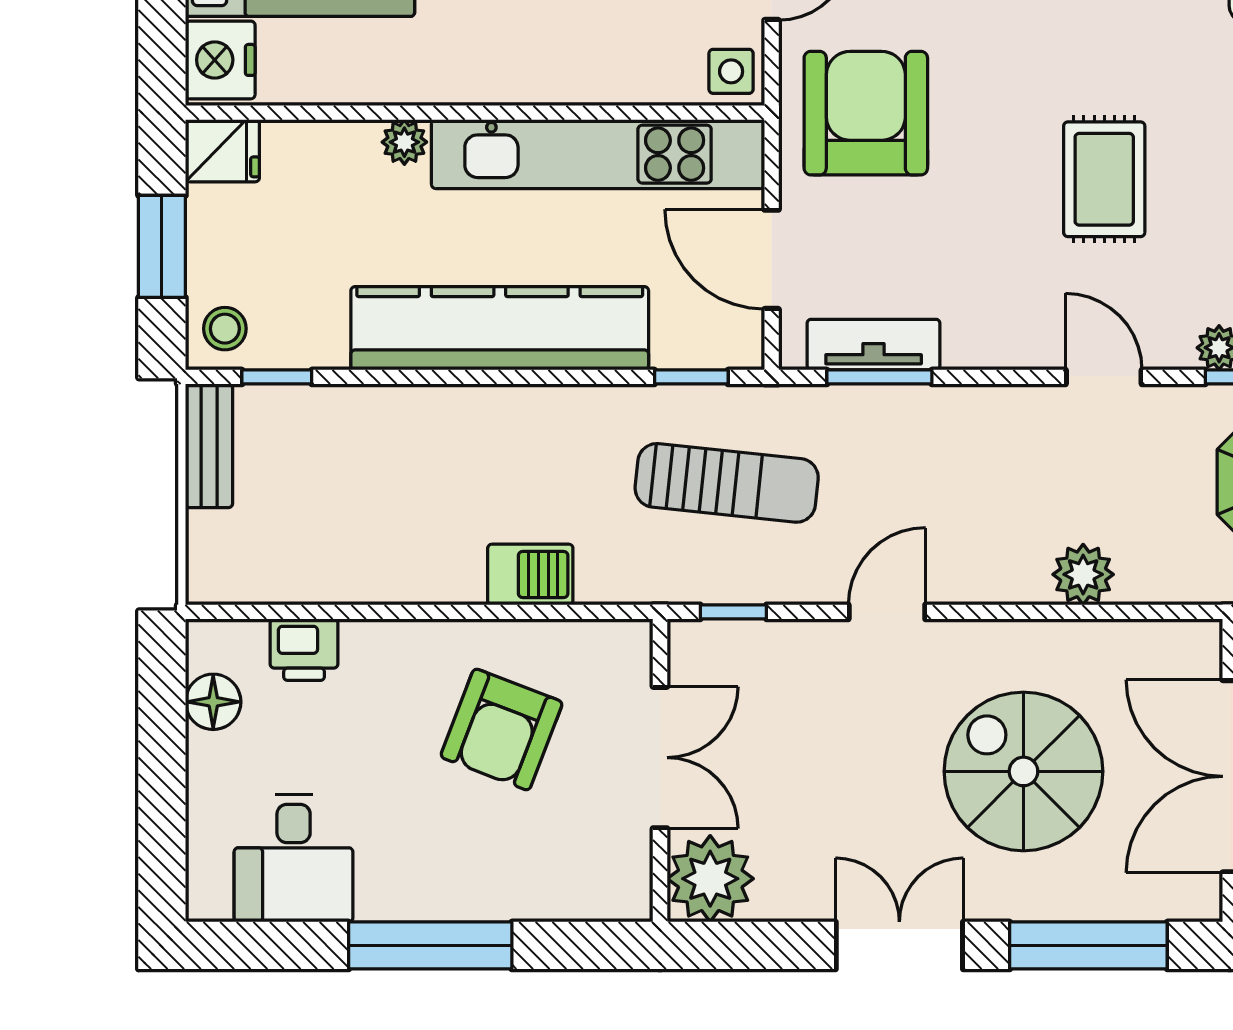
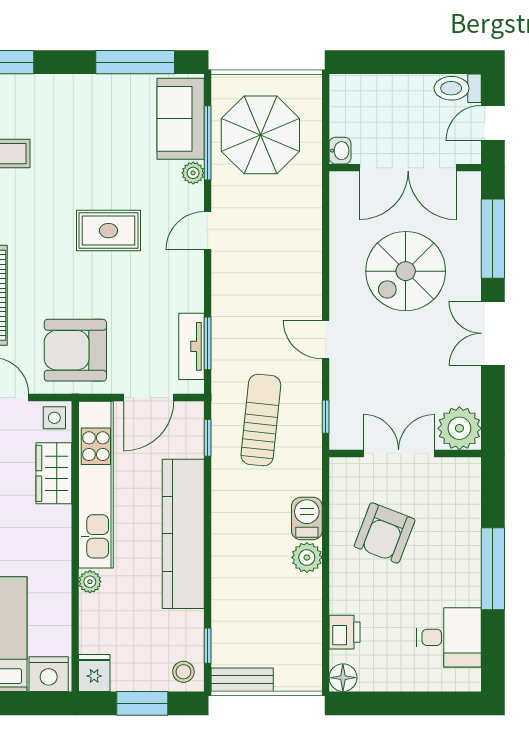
wardrobe: (620, 70) -> (54, 473), added
plant: (1083, 574) -> (307, 557), moved
floor lamp: (213, 702) -> (343, 678), moved
armchair: (502, 730) -> (385, 533), turned 90

